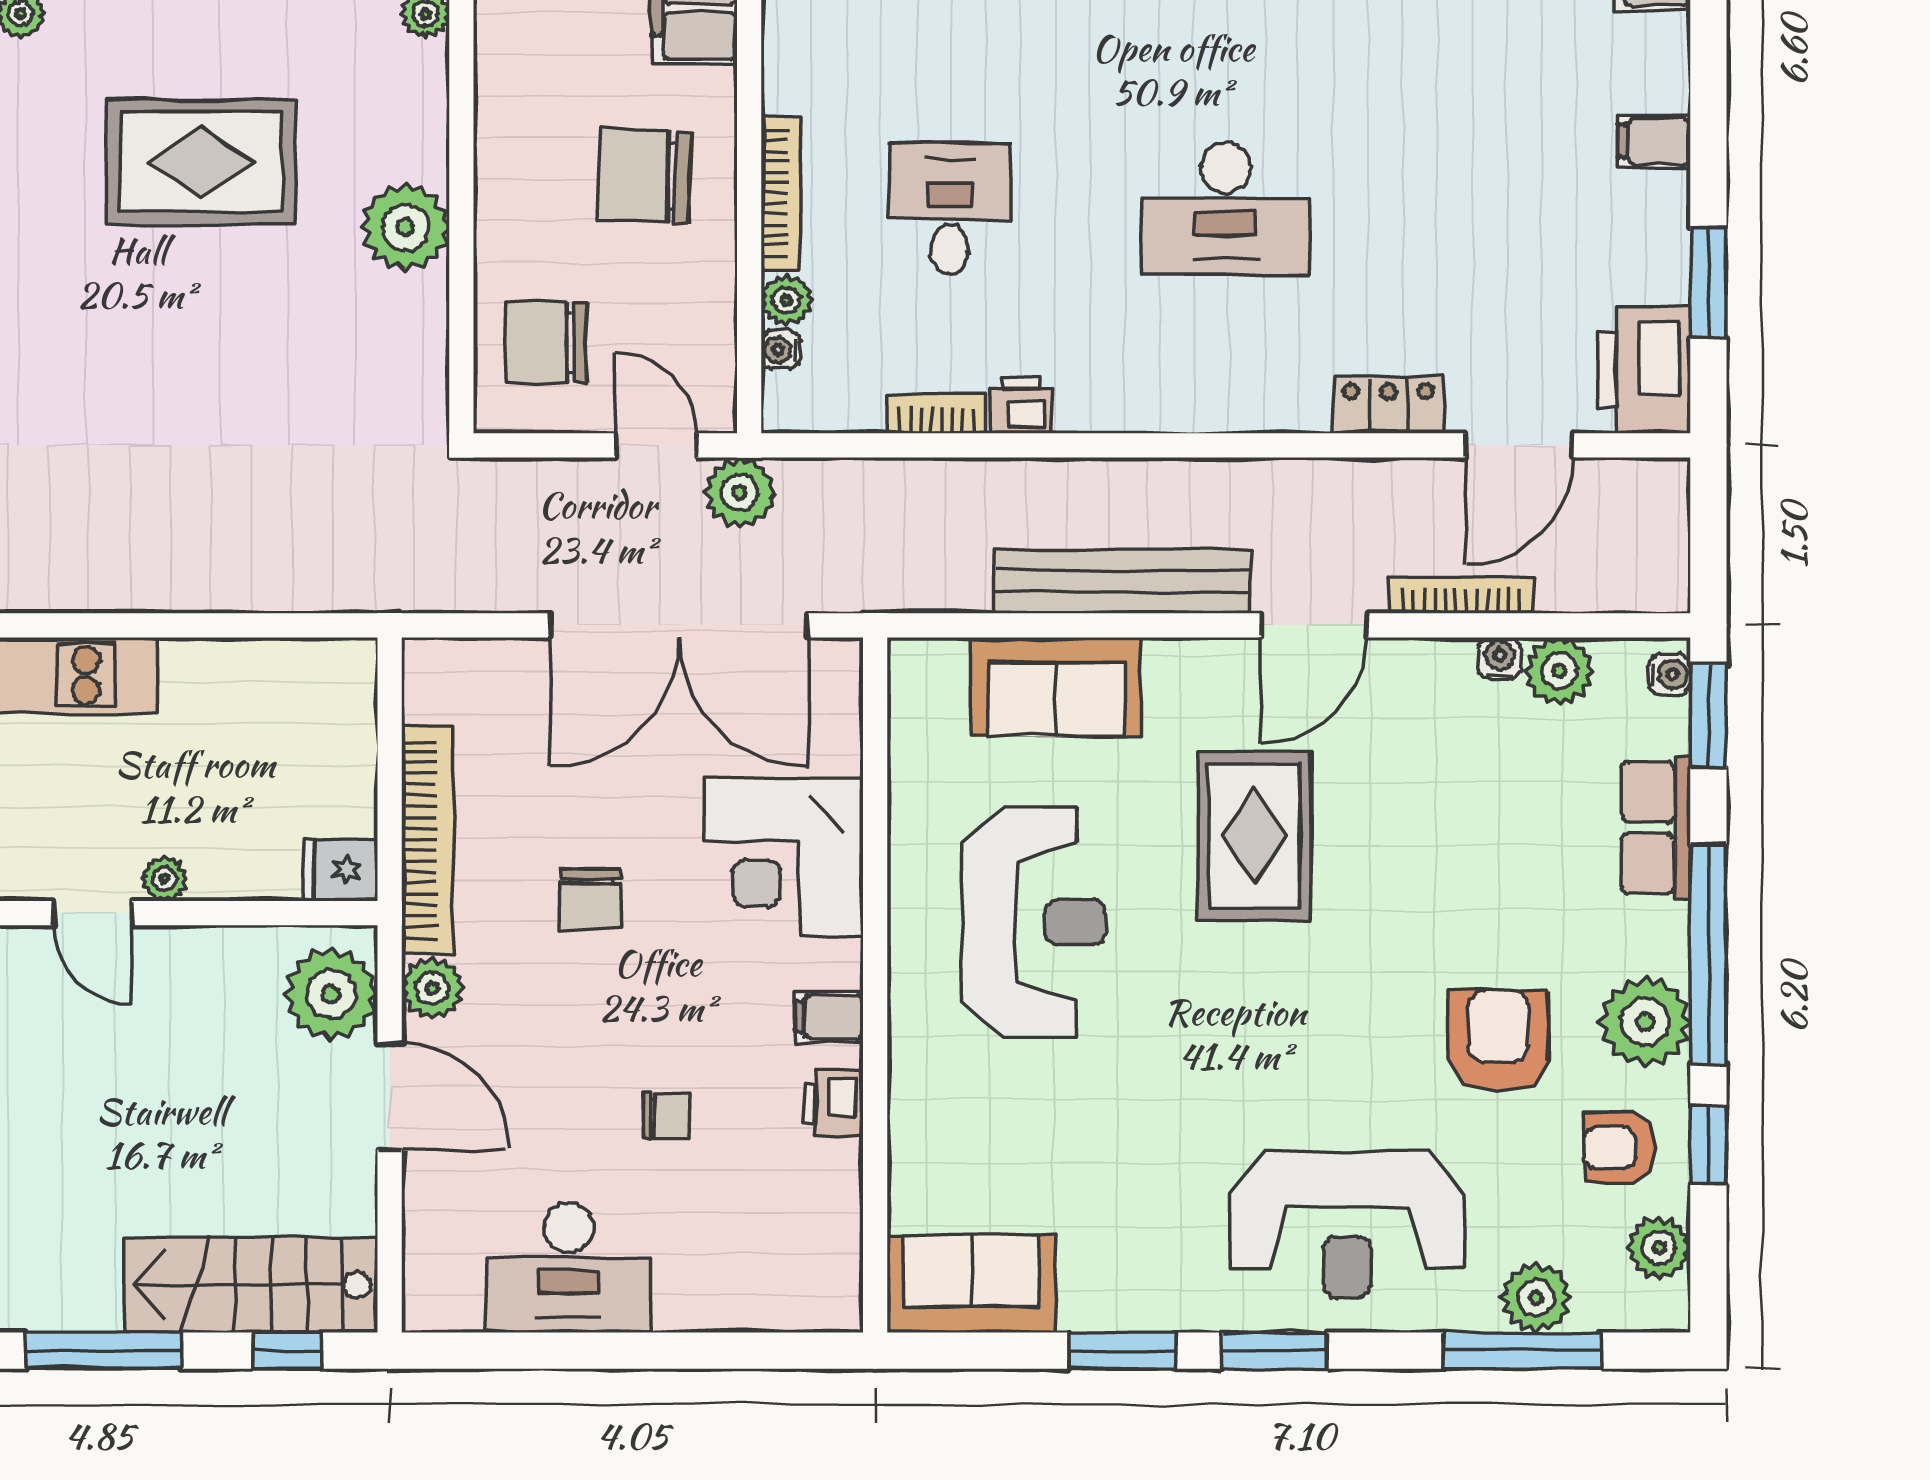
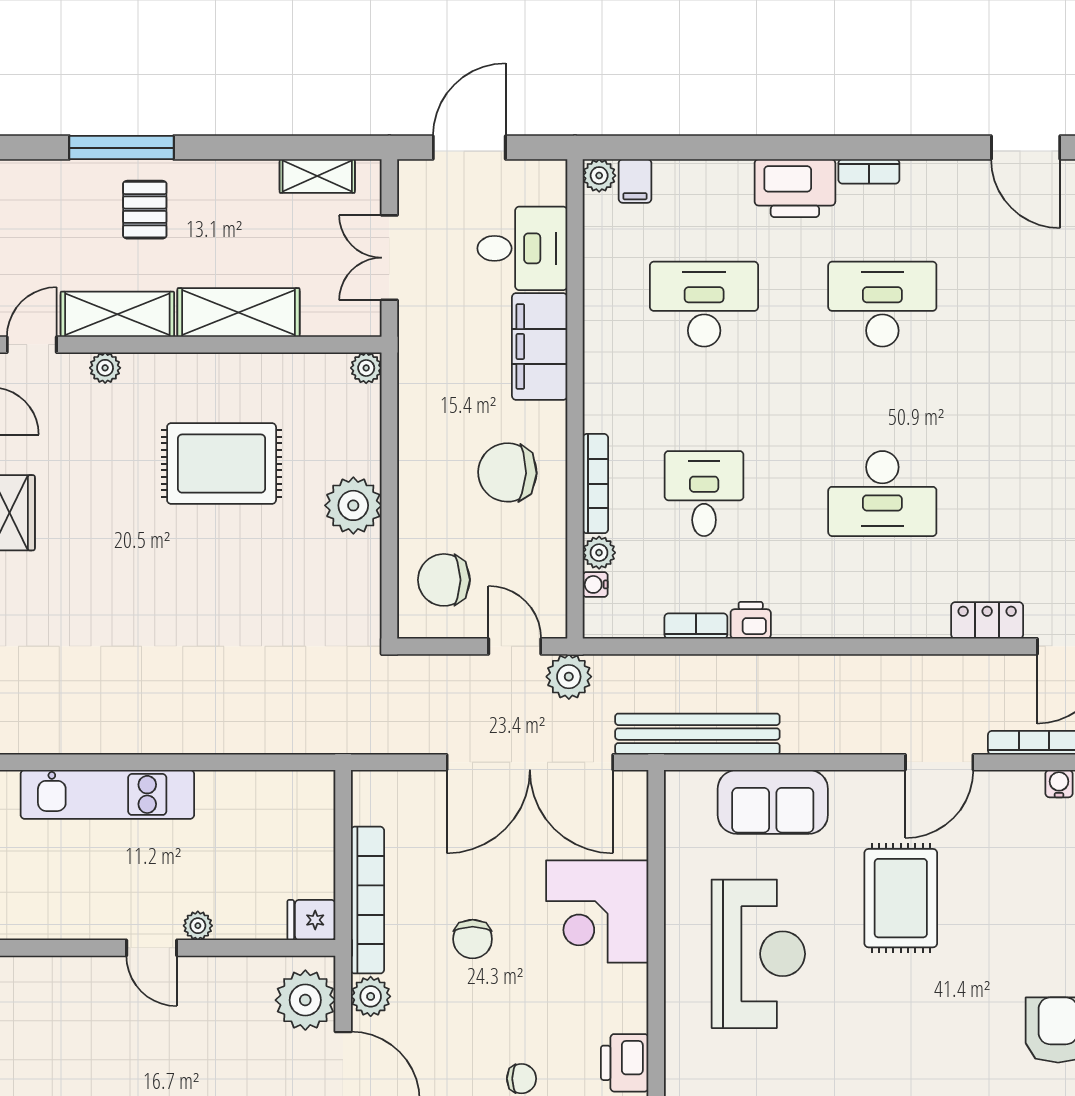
bench: (1122, 582) -> (697, 734), moved
filing cabinet: (829, 1016) -> (626, 1014), removed
printer: (833, 1103) -> (625, 1063), width x1.36, depth x1.24

